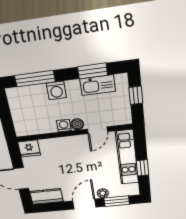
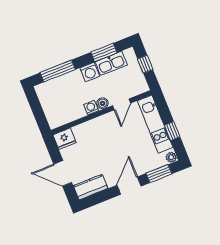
washing machine: (56, 90) -> (90, 72), moved
plant: (103, 193) -> (171, 157), moved

